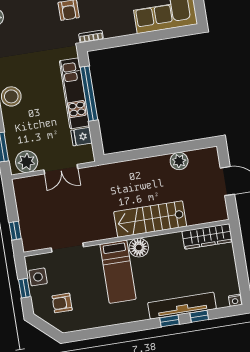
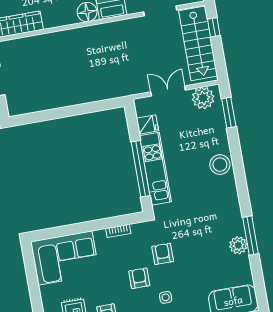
bookcase: (91, 36) -> (118, 231), moved
plant: (179, 161) -> (47, 101), removed
stairs: (150, 219) -> (198, 43), moved, turned 90

